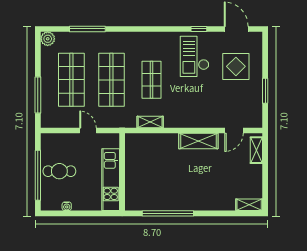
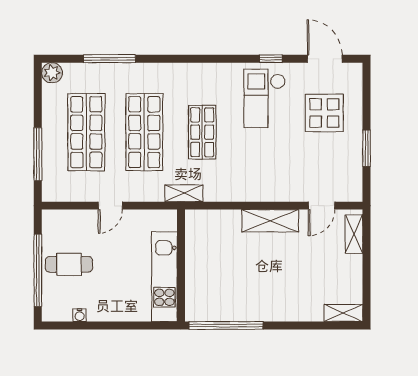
shelving: (150, 122) -> (184, 193), moved
door: (88, 131) -> (110, 206), swing flipped
wall: (122, 172) -> (181, 266), moved
kitchen unit: (111, 180) -> (164, 277), moved

